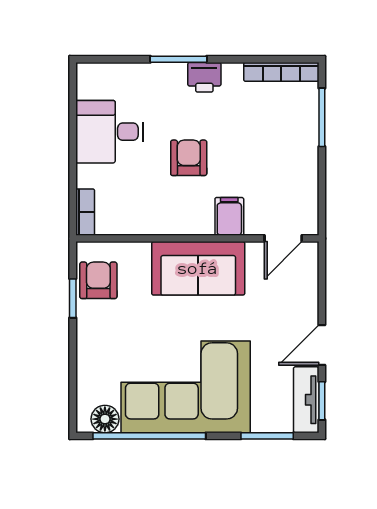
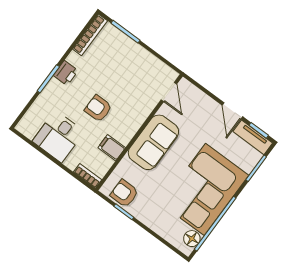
filing cabinet: (229, 216) -> (112, 148), moved

